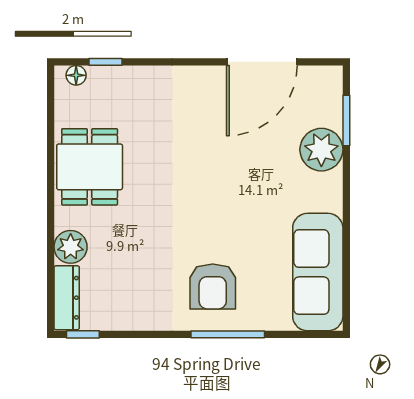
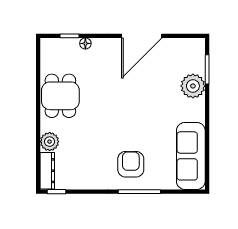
door: (262, 62) -> (142, 36), moved
floor lamp: (76, 75) -> (85, 43), moved
armchair: (213, 287) -> (131, 164), turned 180

